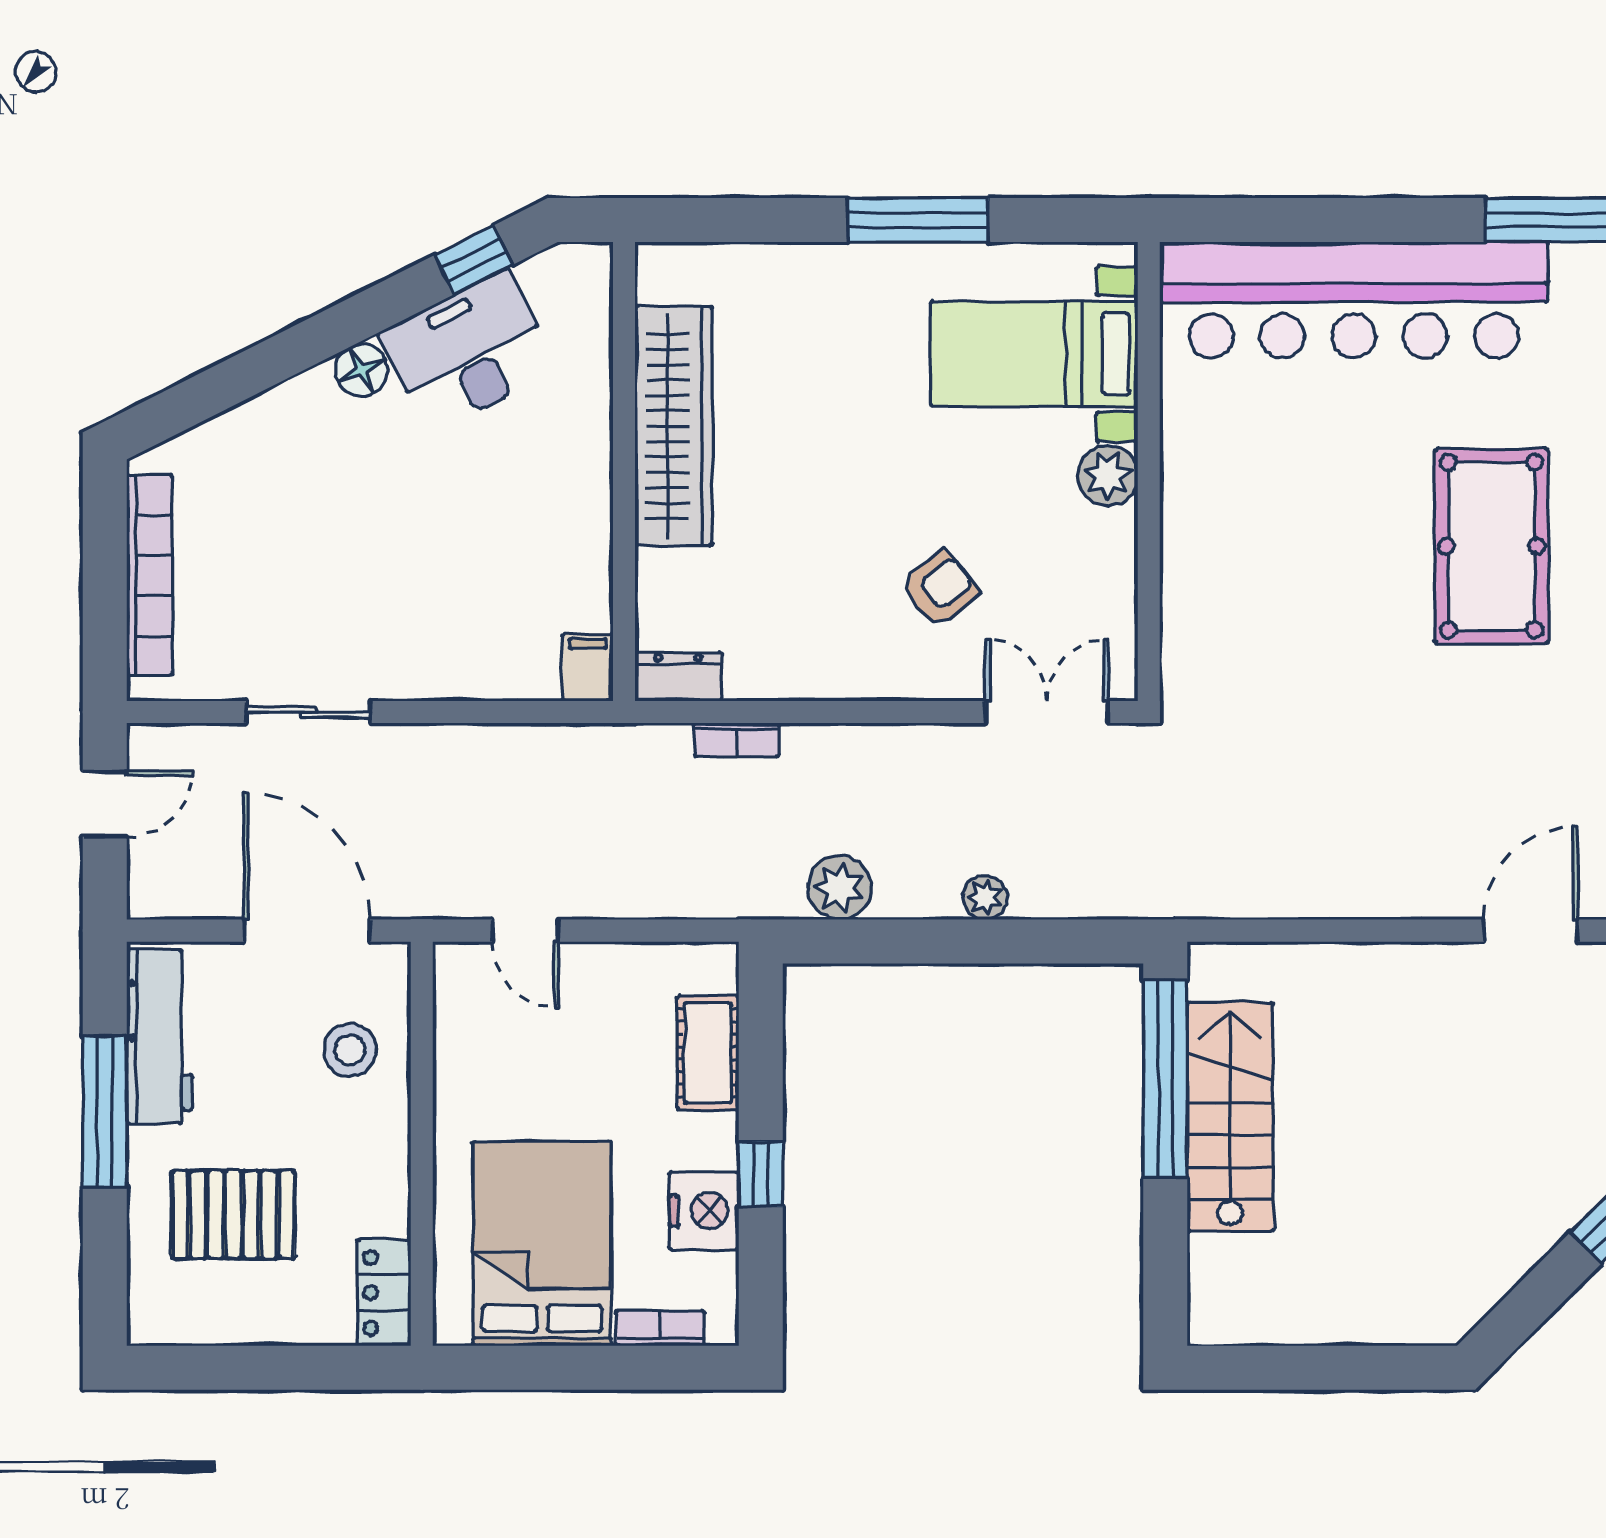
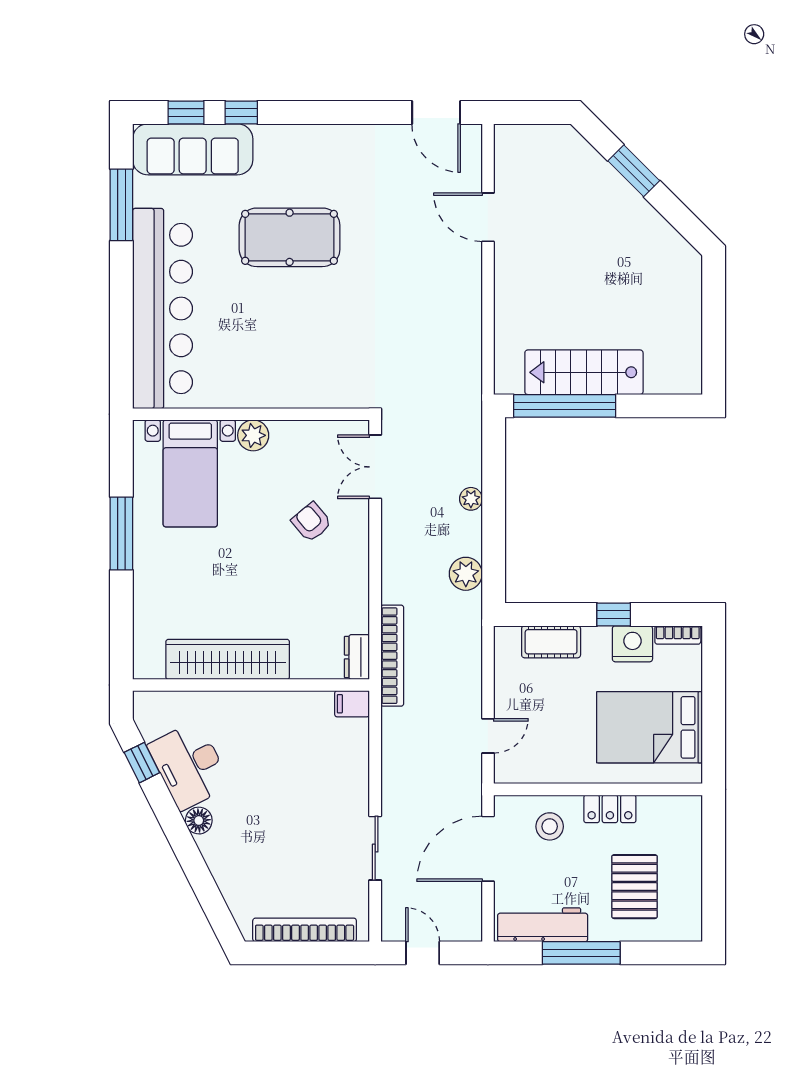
bookcase: (737, 740) -> (392, 656), width x2.31, depth x1.31
locker: (384, 1293) -> (610, 809), moved
bookcase: (660, 1328) -> (678, 635), moved, turned -90

